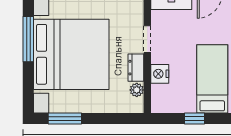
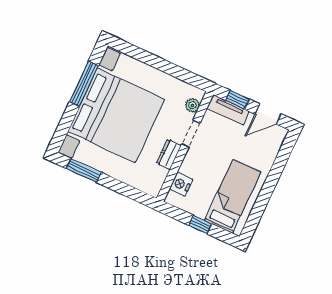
nightstand: (160, 74) -> (181, 184), moved
plant: (137, 90) -> (192, 105), moved

